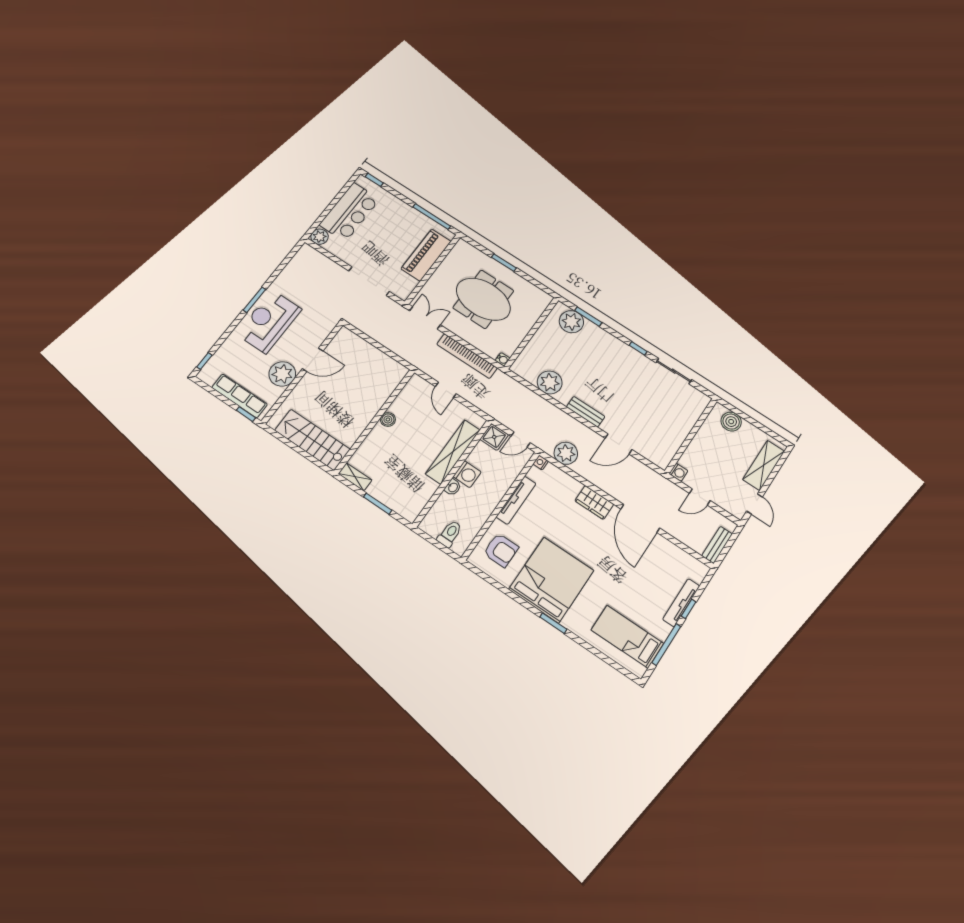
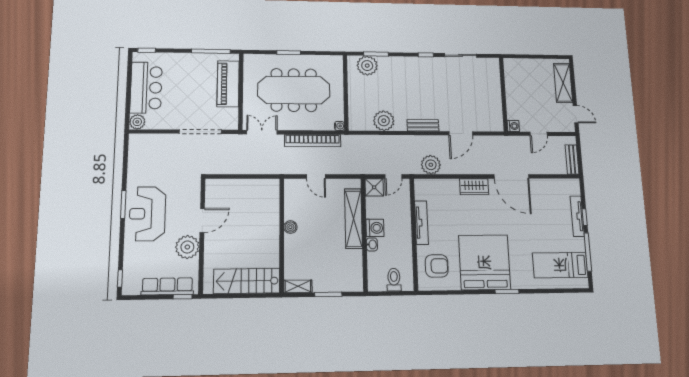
meeting table: (483, 299) -> (294, 90), width x1.36
boiler: (731, 422) -> (522, 66), removed
nightstand: (541, 463) -> (419, 183), removed

